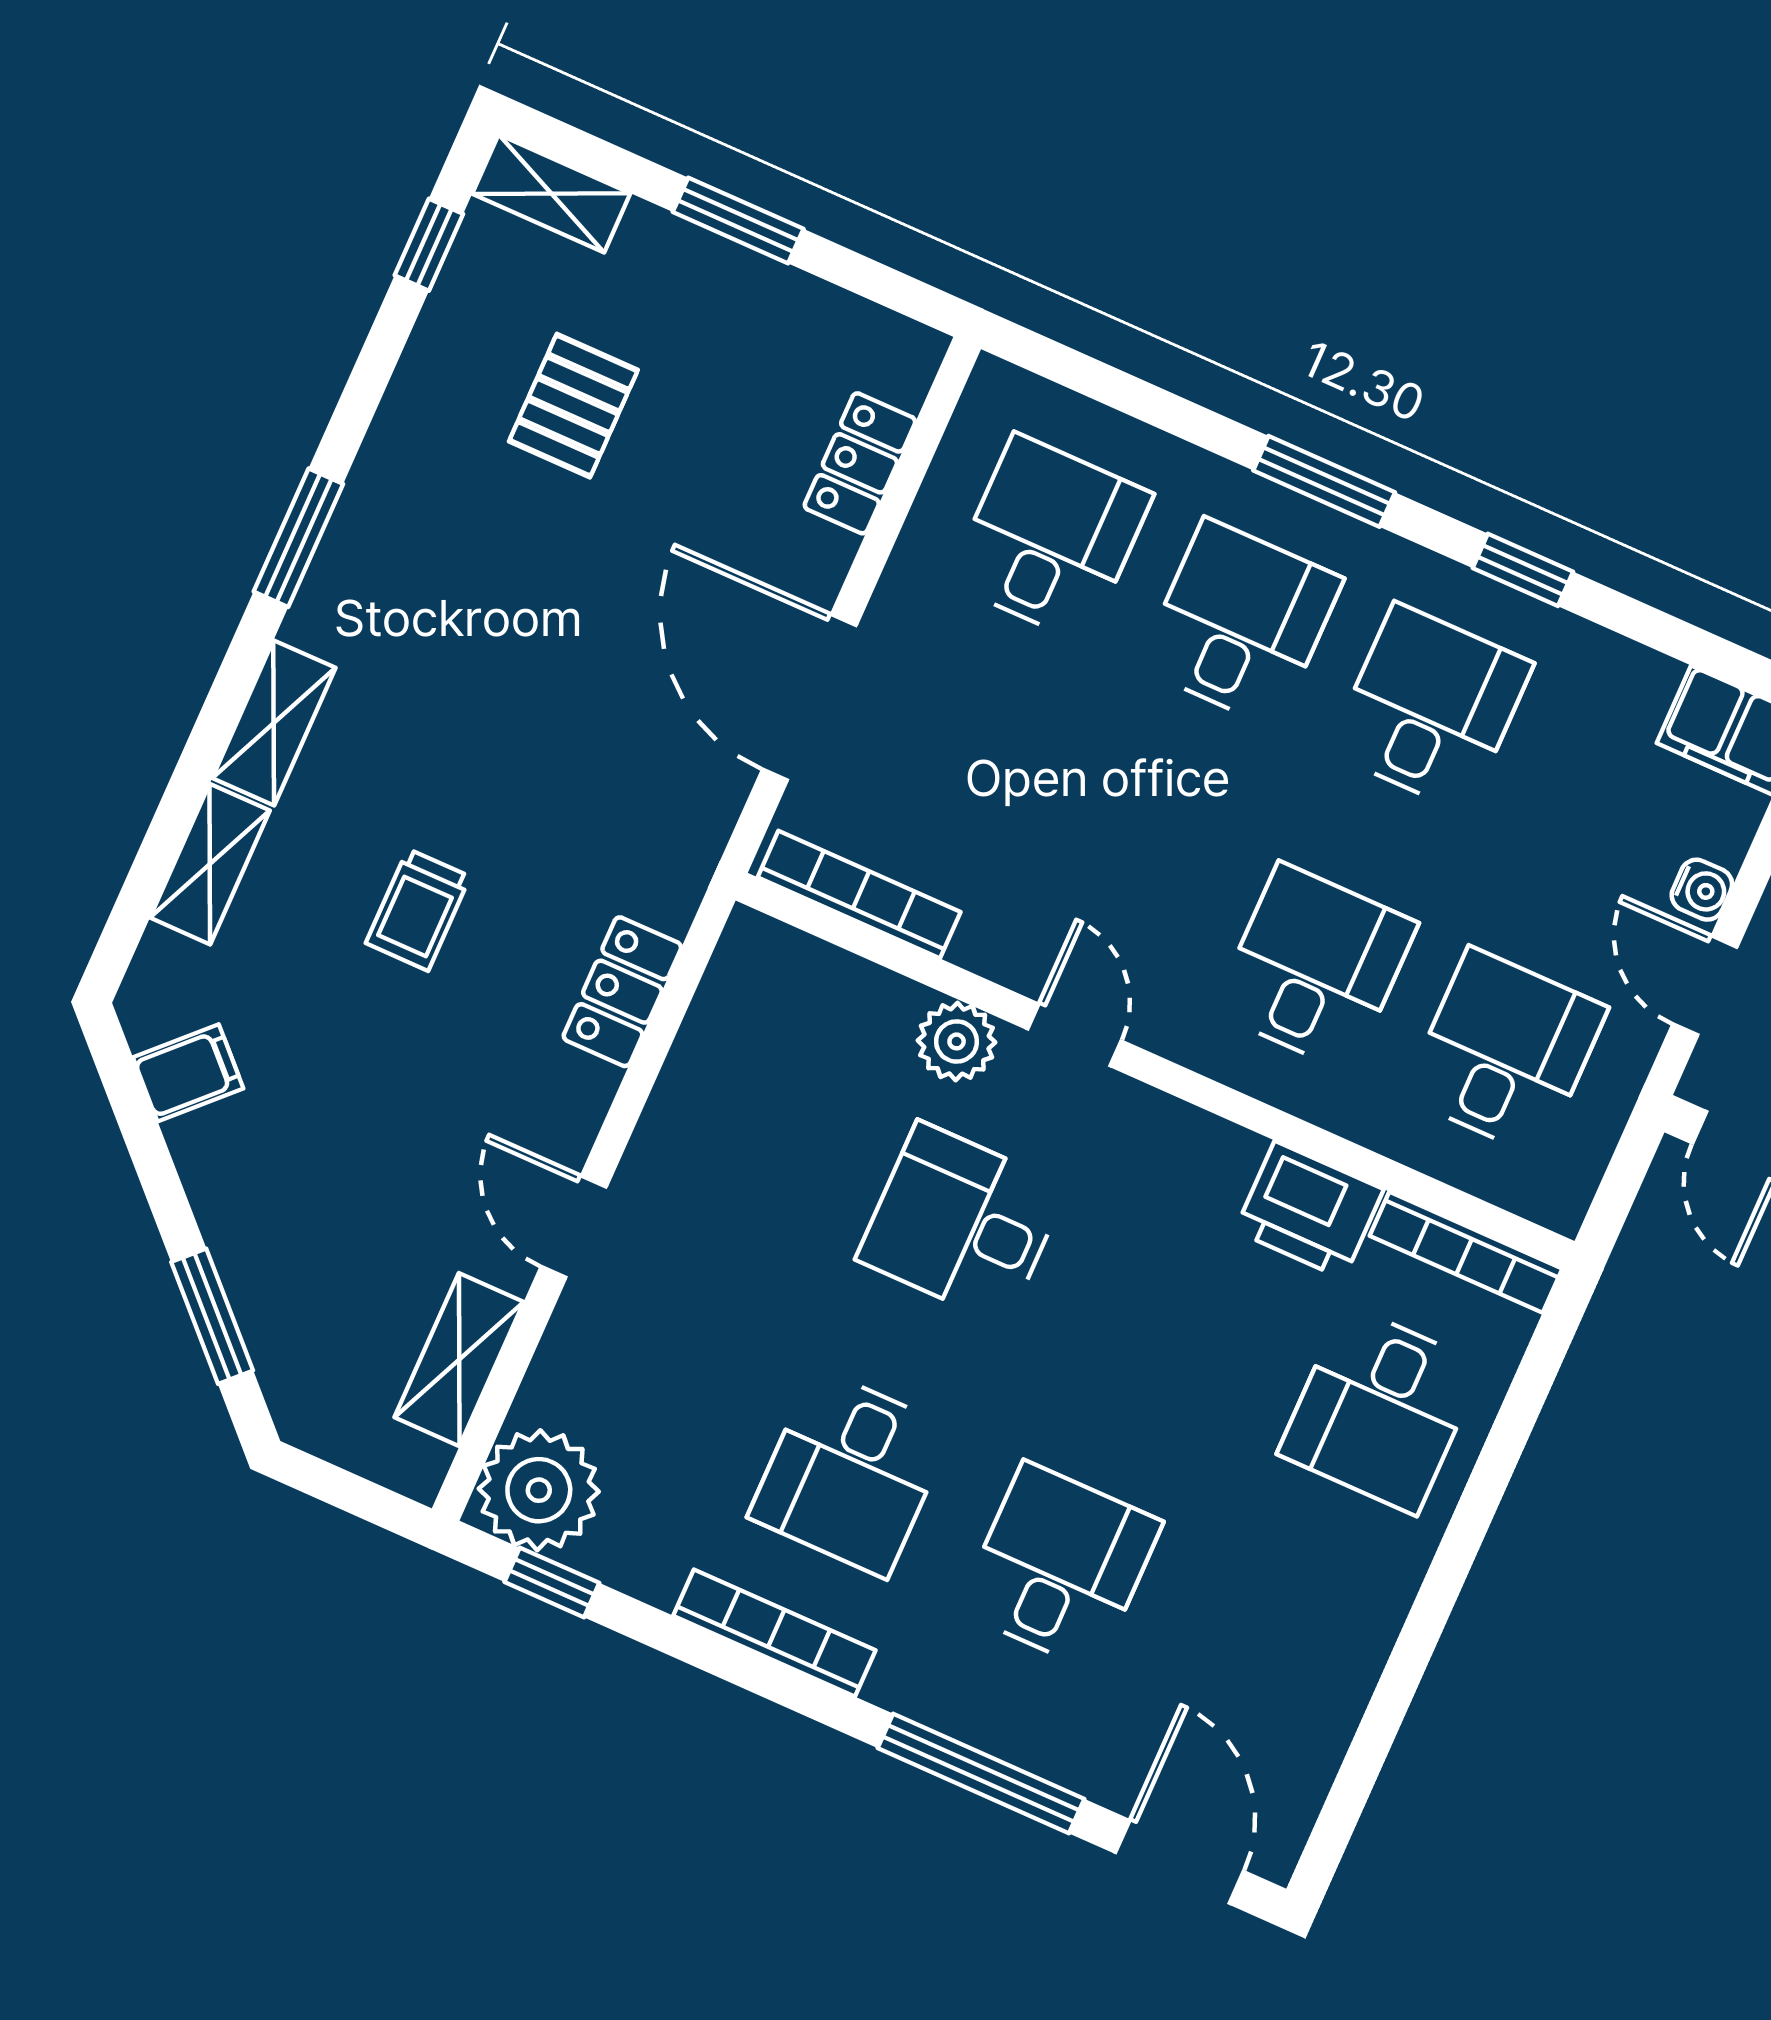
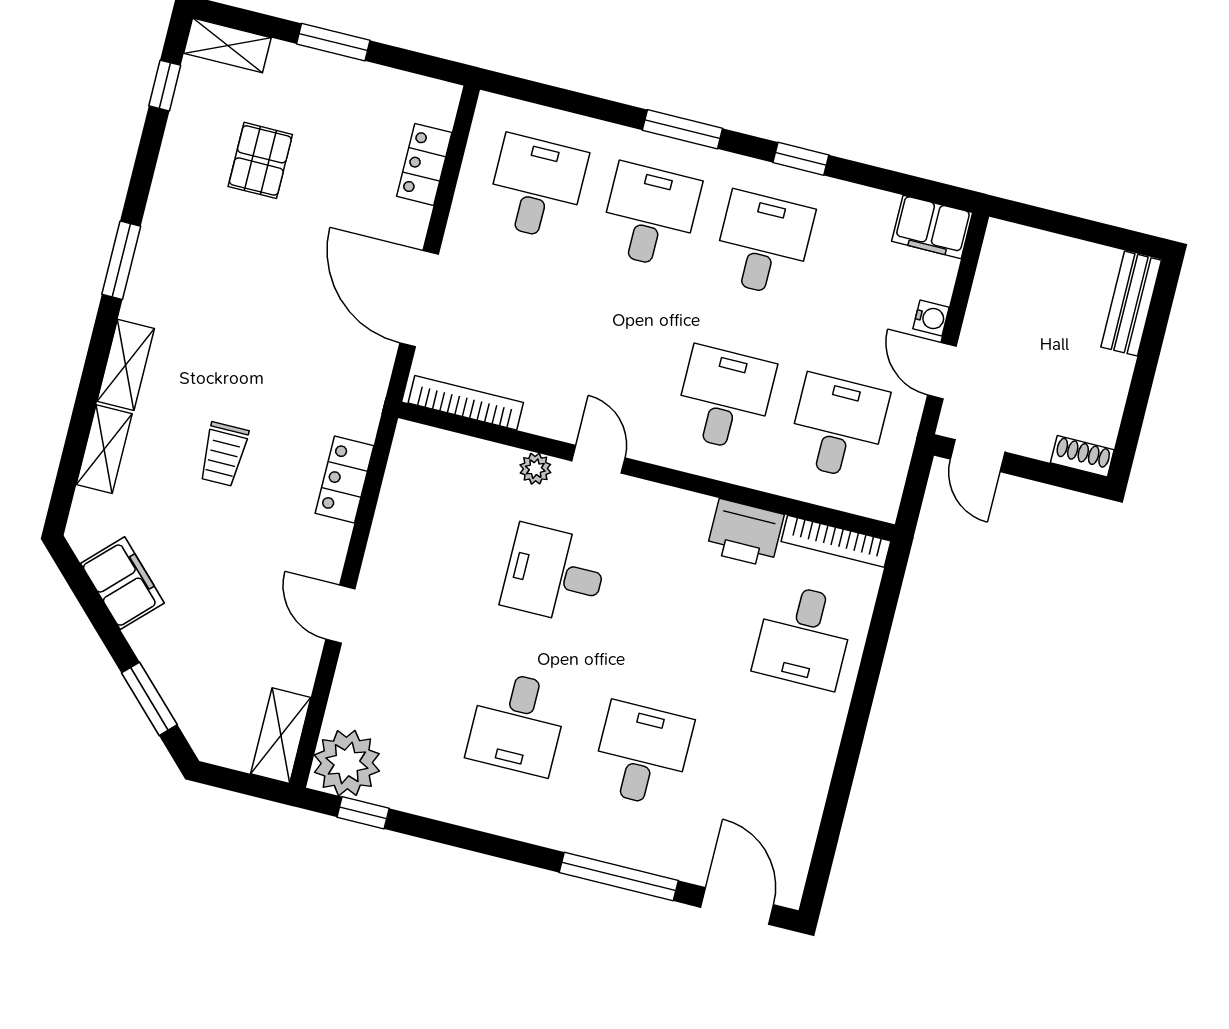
plant: (957, 1041) -> (535, 469), width x0.73, depth x0.73
filing cabinet: (188, 1073) -> (122, 583), width x2.00
shelving: (459, 1360) -> (281, 736), moved
bookcase: (774, 1633) -> (491, 819), removed

